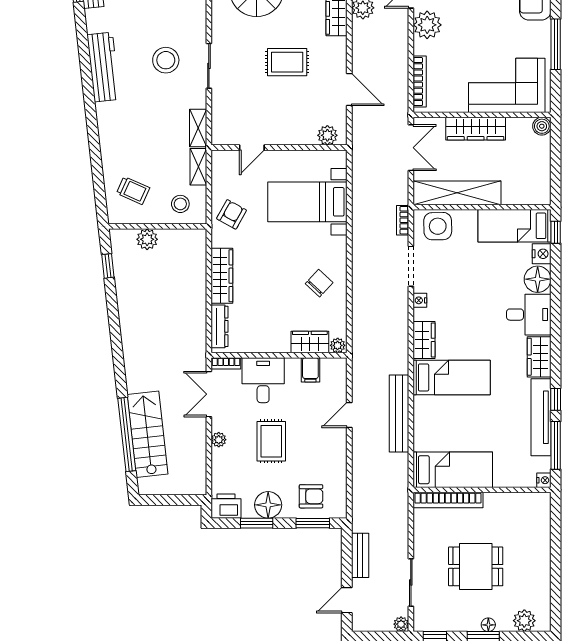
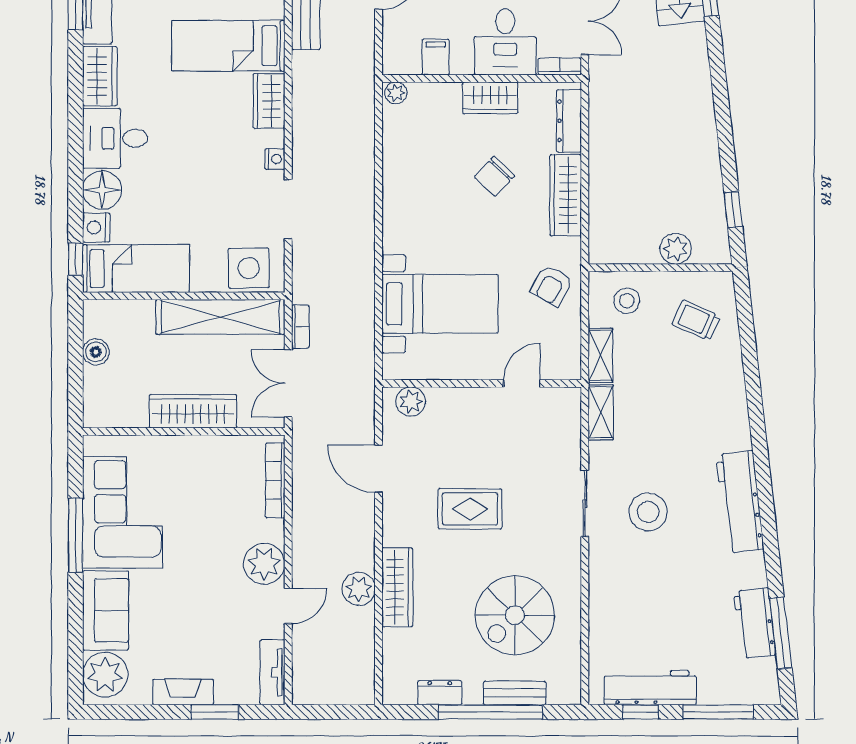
corner sofa: (507, 85) -> (123, 512), moved, turned -90
boiler: (542, 126) -> (96, 352), moved
bookcase: (403, 220) -> (300, 327), moved
chair: (319, 283) -> (495, 176), moved
wardrobe: (310, 342) -> (490, 98), moved

